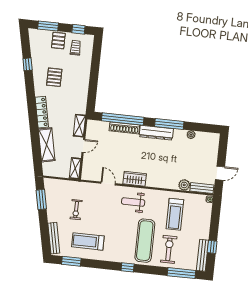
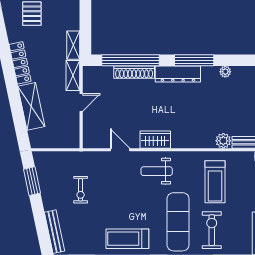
shelving: (75, 168) -> (73, 45), moved
treadmill: (88, 241) -> (127, 239), moved

